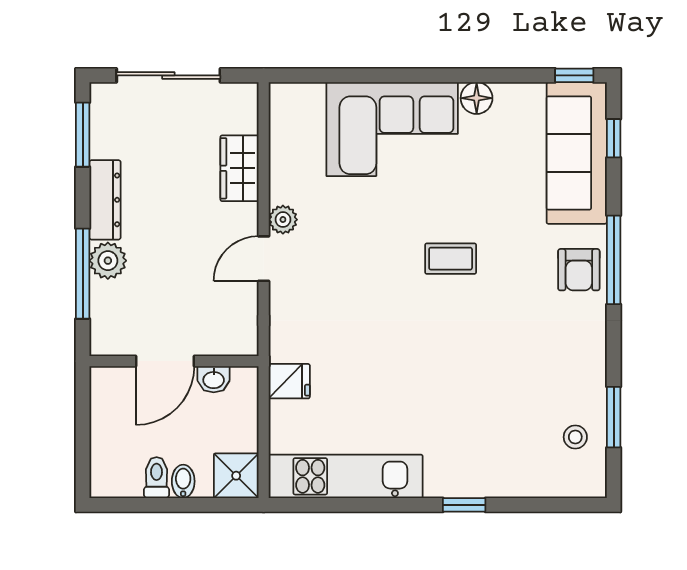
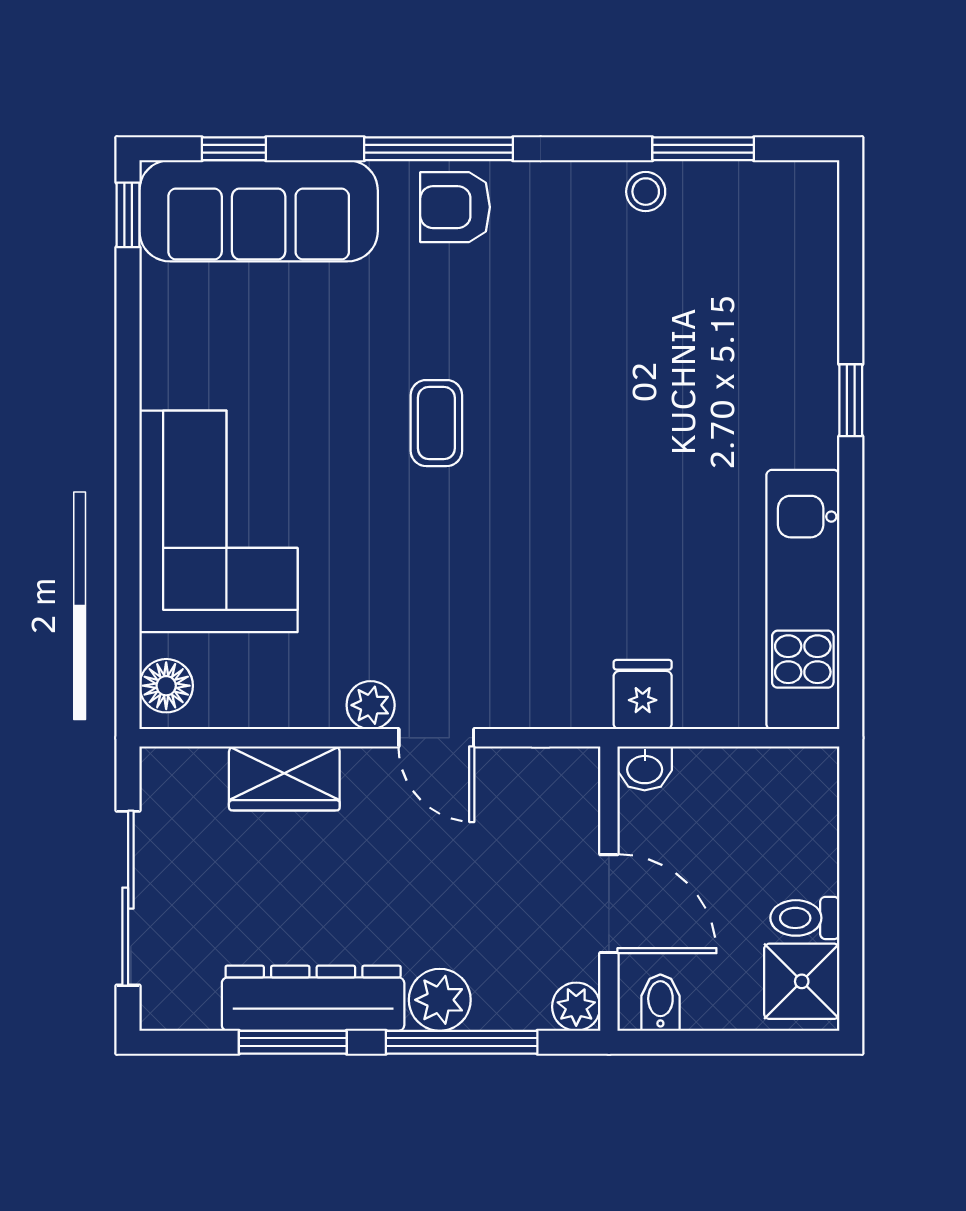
floor lamp: (477, 98) -> (166, 686), moved
window: (83, 135) -> (293, 1042), moved
dresser: (105, 200) -> (313, 998), width x1.37, depth x1.24
armchair: (579, 270) -> (455, 207), turned 180
plant: (104, 342) -> (576, 1007), added
washbasin: (214, 379) -> (645, 768), moved, turned 90
stool: (575, 437) -> (646, 192), moved
shower: (236, 476) -> (802, 981), moved
bidet: (183, 481) -> (660, 1003), moved, turned 90

